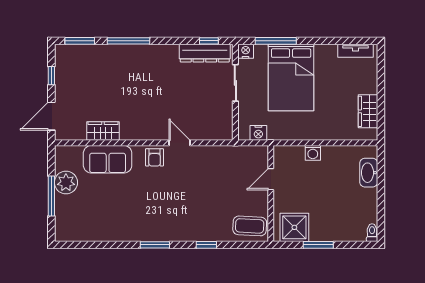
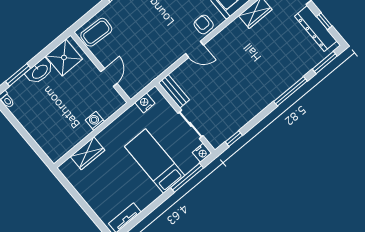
dresser: (205, 53) -> (316, 29), moved, turned -90
bed: (291, 77) -> (155, 161), width x0.67
wardrobe: (368, 111) -> (87, 153), moved, turned 90
bench: (226, 122) -> (174, 91), added
washbasin: (369, 173) -> (39, 71), moved, turned 90
window: (318, 245) -> (18, 75), moved

